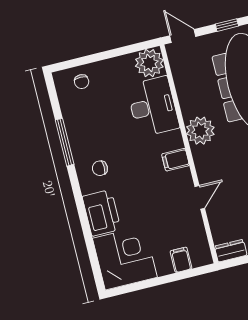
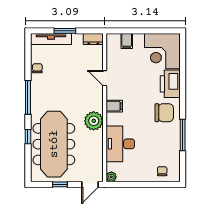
door: (183, 36) -> (90, 184), hinge flipped
plant: (149, 63) -> (111, 177), width x0.53, depth x0.53
chair: (100, 168) -> (164, 113), width x1.87, depth x1.87
door: (200, 197) -> (105, 78), hinge flipped

